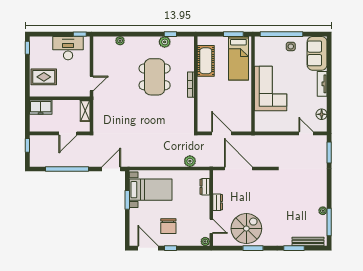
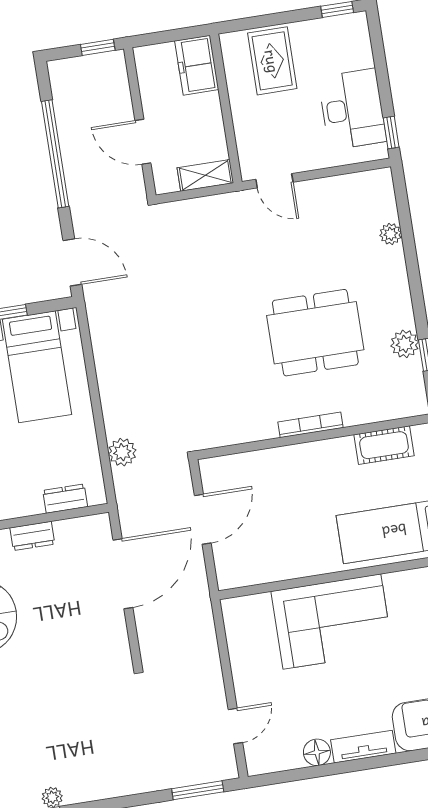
cot: (206, 61) -> (384, 445), width x0.73, depth x0.75
floor lamp: (322, 114) -> (317, 752), moved

